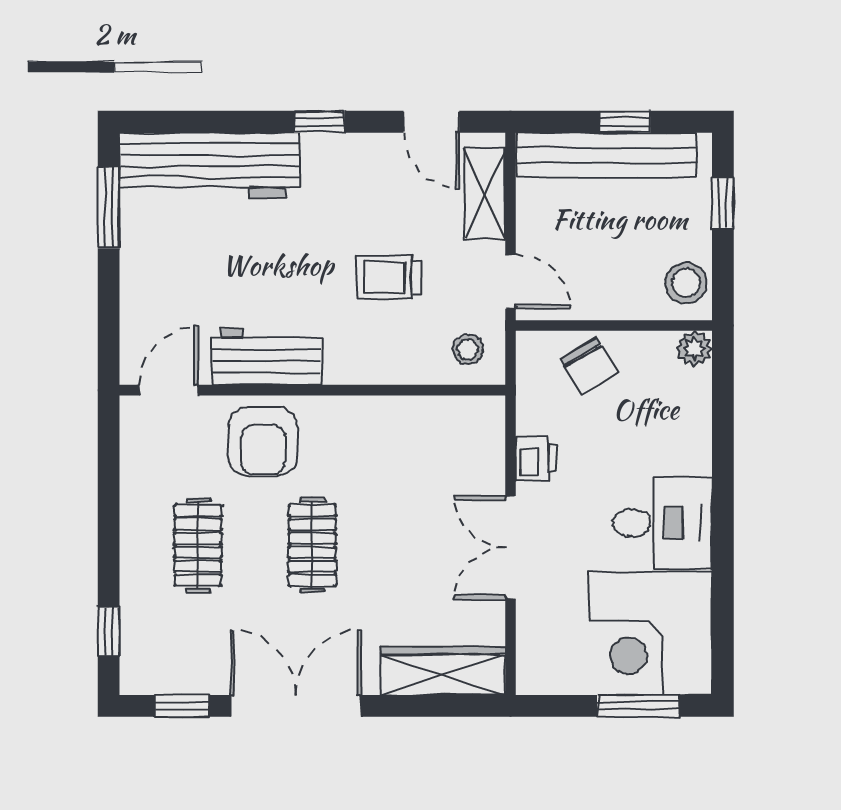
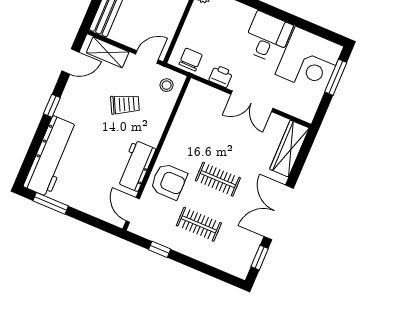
trolley: (389, 277) -> (125, 104), turned -117
chair: (589, 366) -> (191, 59), moved, turned -59
window: (109, 632) -> (160, 249), moved

